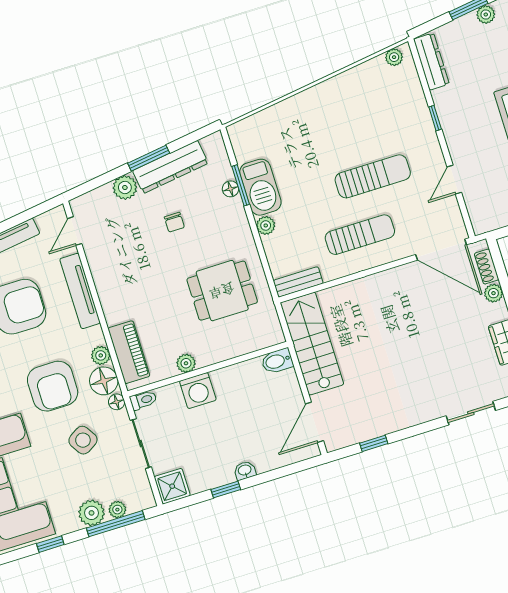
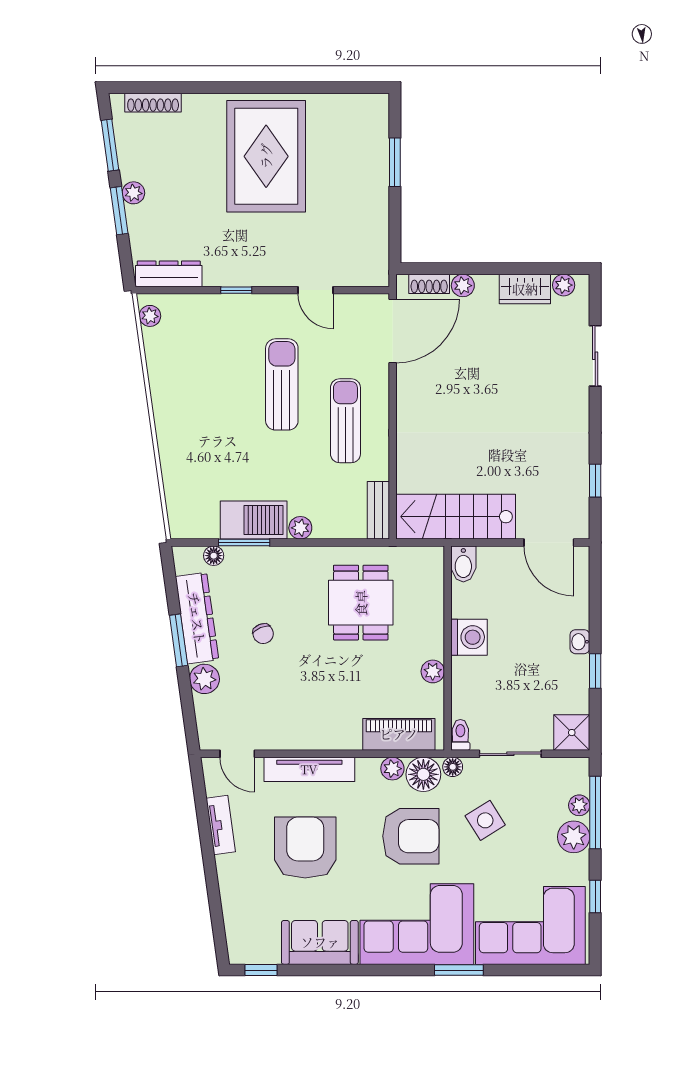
floor lamp: (230, 189) -> (214, 556), moved
chair: (174, 222) -> (263, 634), turned 68
washing machine: (198, 391) -> (469, 637), moved

